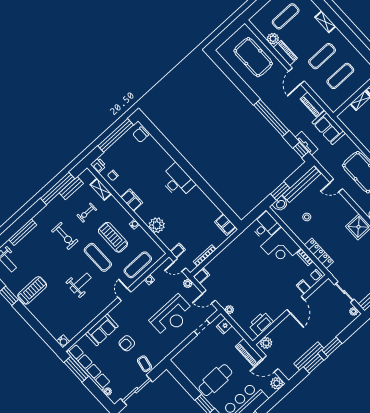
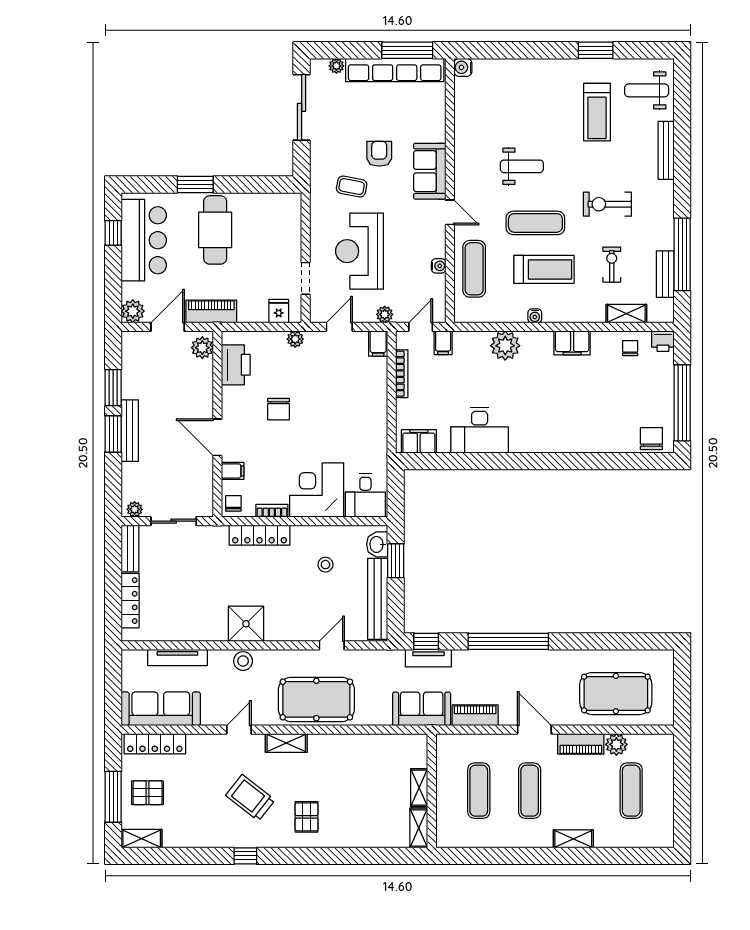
desk: (177, 181) -> (480, 430), moved
weight bench: (81, 283) -> (522, 166), turned -90
treadmill: (32, 290) -> (597, 112), moved
chair: (263, 291) -> (279, 409), added
sofa: (102, 330) -> (430, 171), moved
bench: (309, 356) -> (130, 431), moved
coffee table: (144, 364) -> (352, 186), moved

